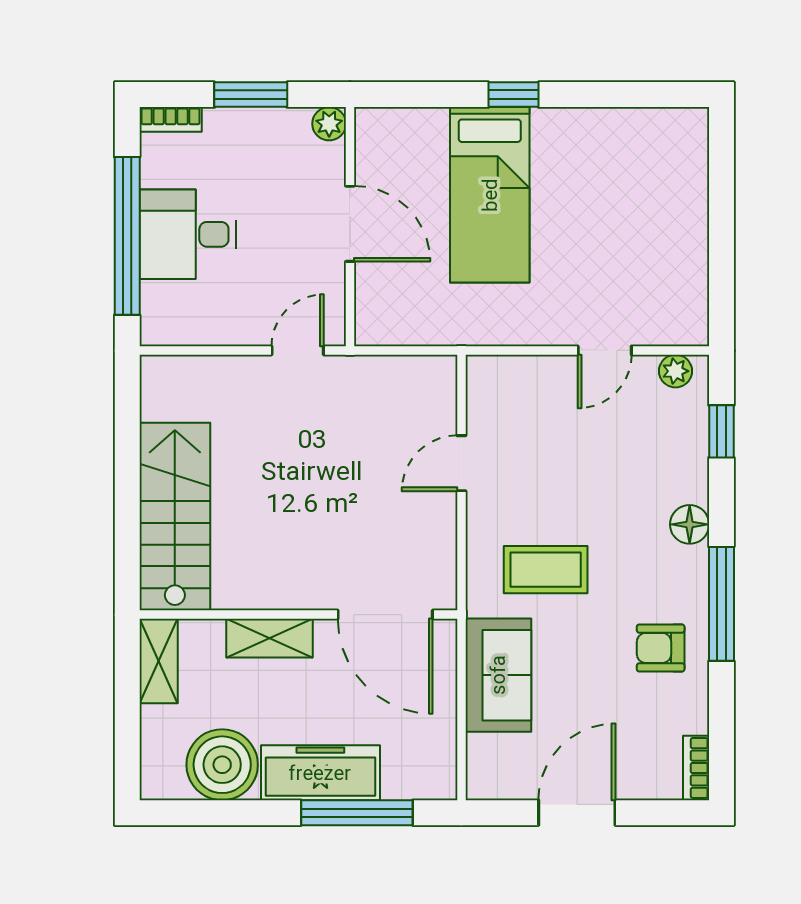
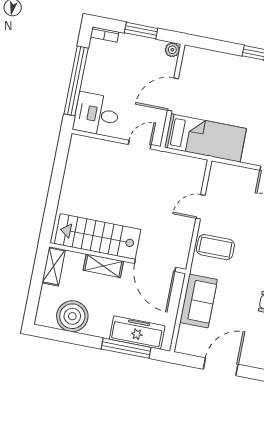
bed: (490, 195) -> (205, 138), moved, turned -90
door: (350, 224) -> (173, 94), swing flipped
desk: (188, 234) -> (97, 114), moved
stairs: (175, 516) -> (98, 237), moved, turned -90
coffee table: (546, 570) -> (215, 247), moved
freezer: (320, 773) -> (137, 333), moved

